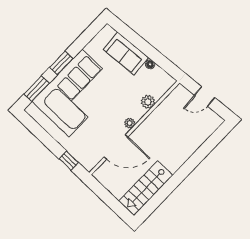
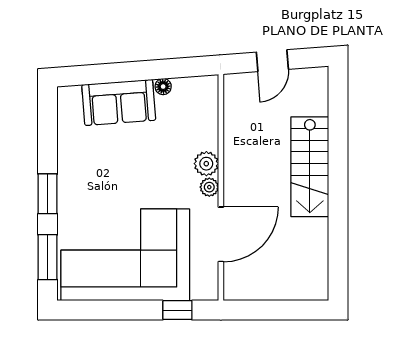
corner sofa: (75, 93) -> (125, 255), moved, turned -90
plant: (148, 102) -> (206, 164), moved
stairs: (146, 188) -> (310, 167), moved

